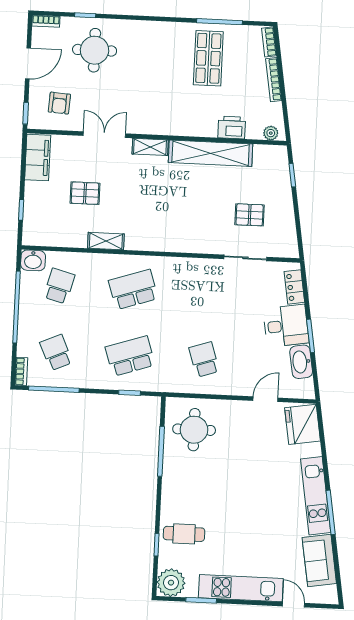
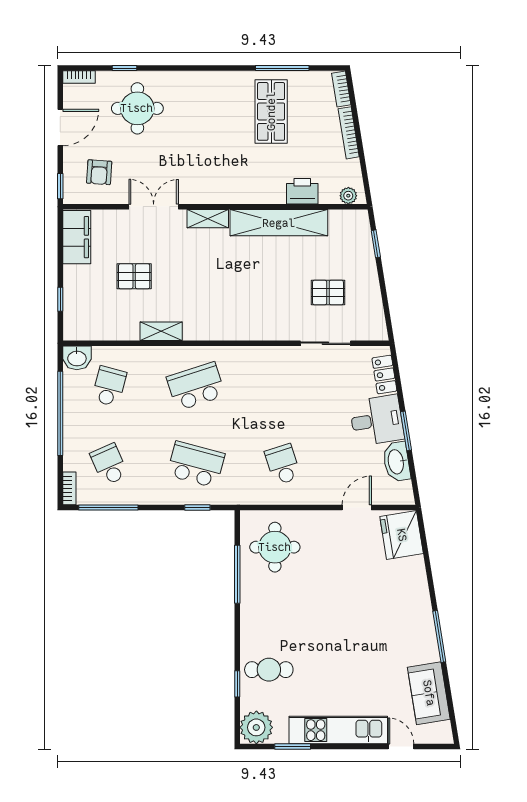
school desk: (130, 356) -> (196, 464), turned 33
kitchen unit: (316, 496) -> (421, 618), removed

